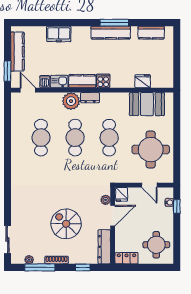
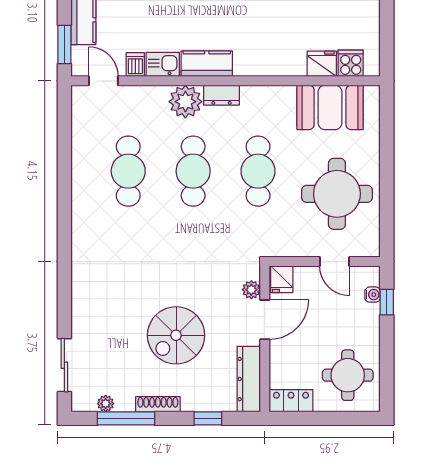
cooker: (103, 81) -> (351, 63), moved
spiral stairs: (66, 224) -> (176, 335), turned -90

